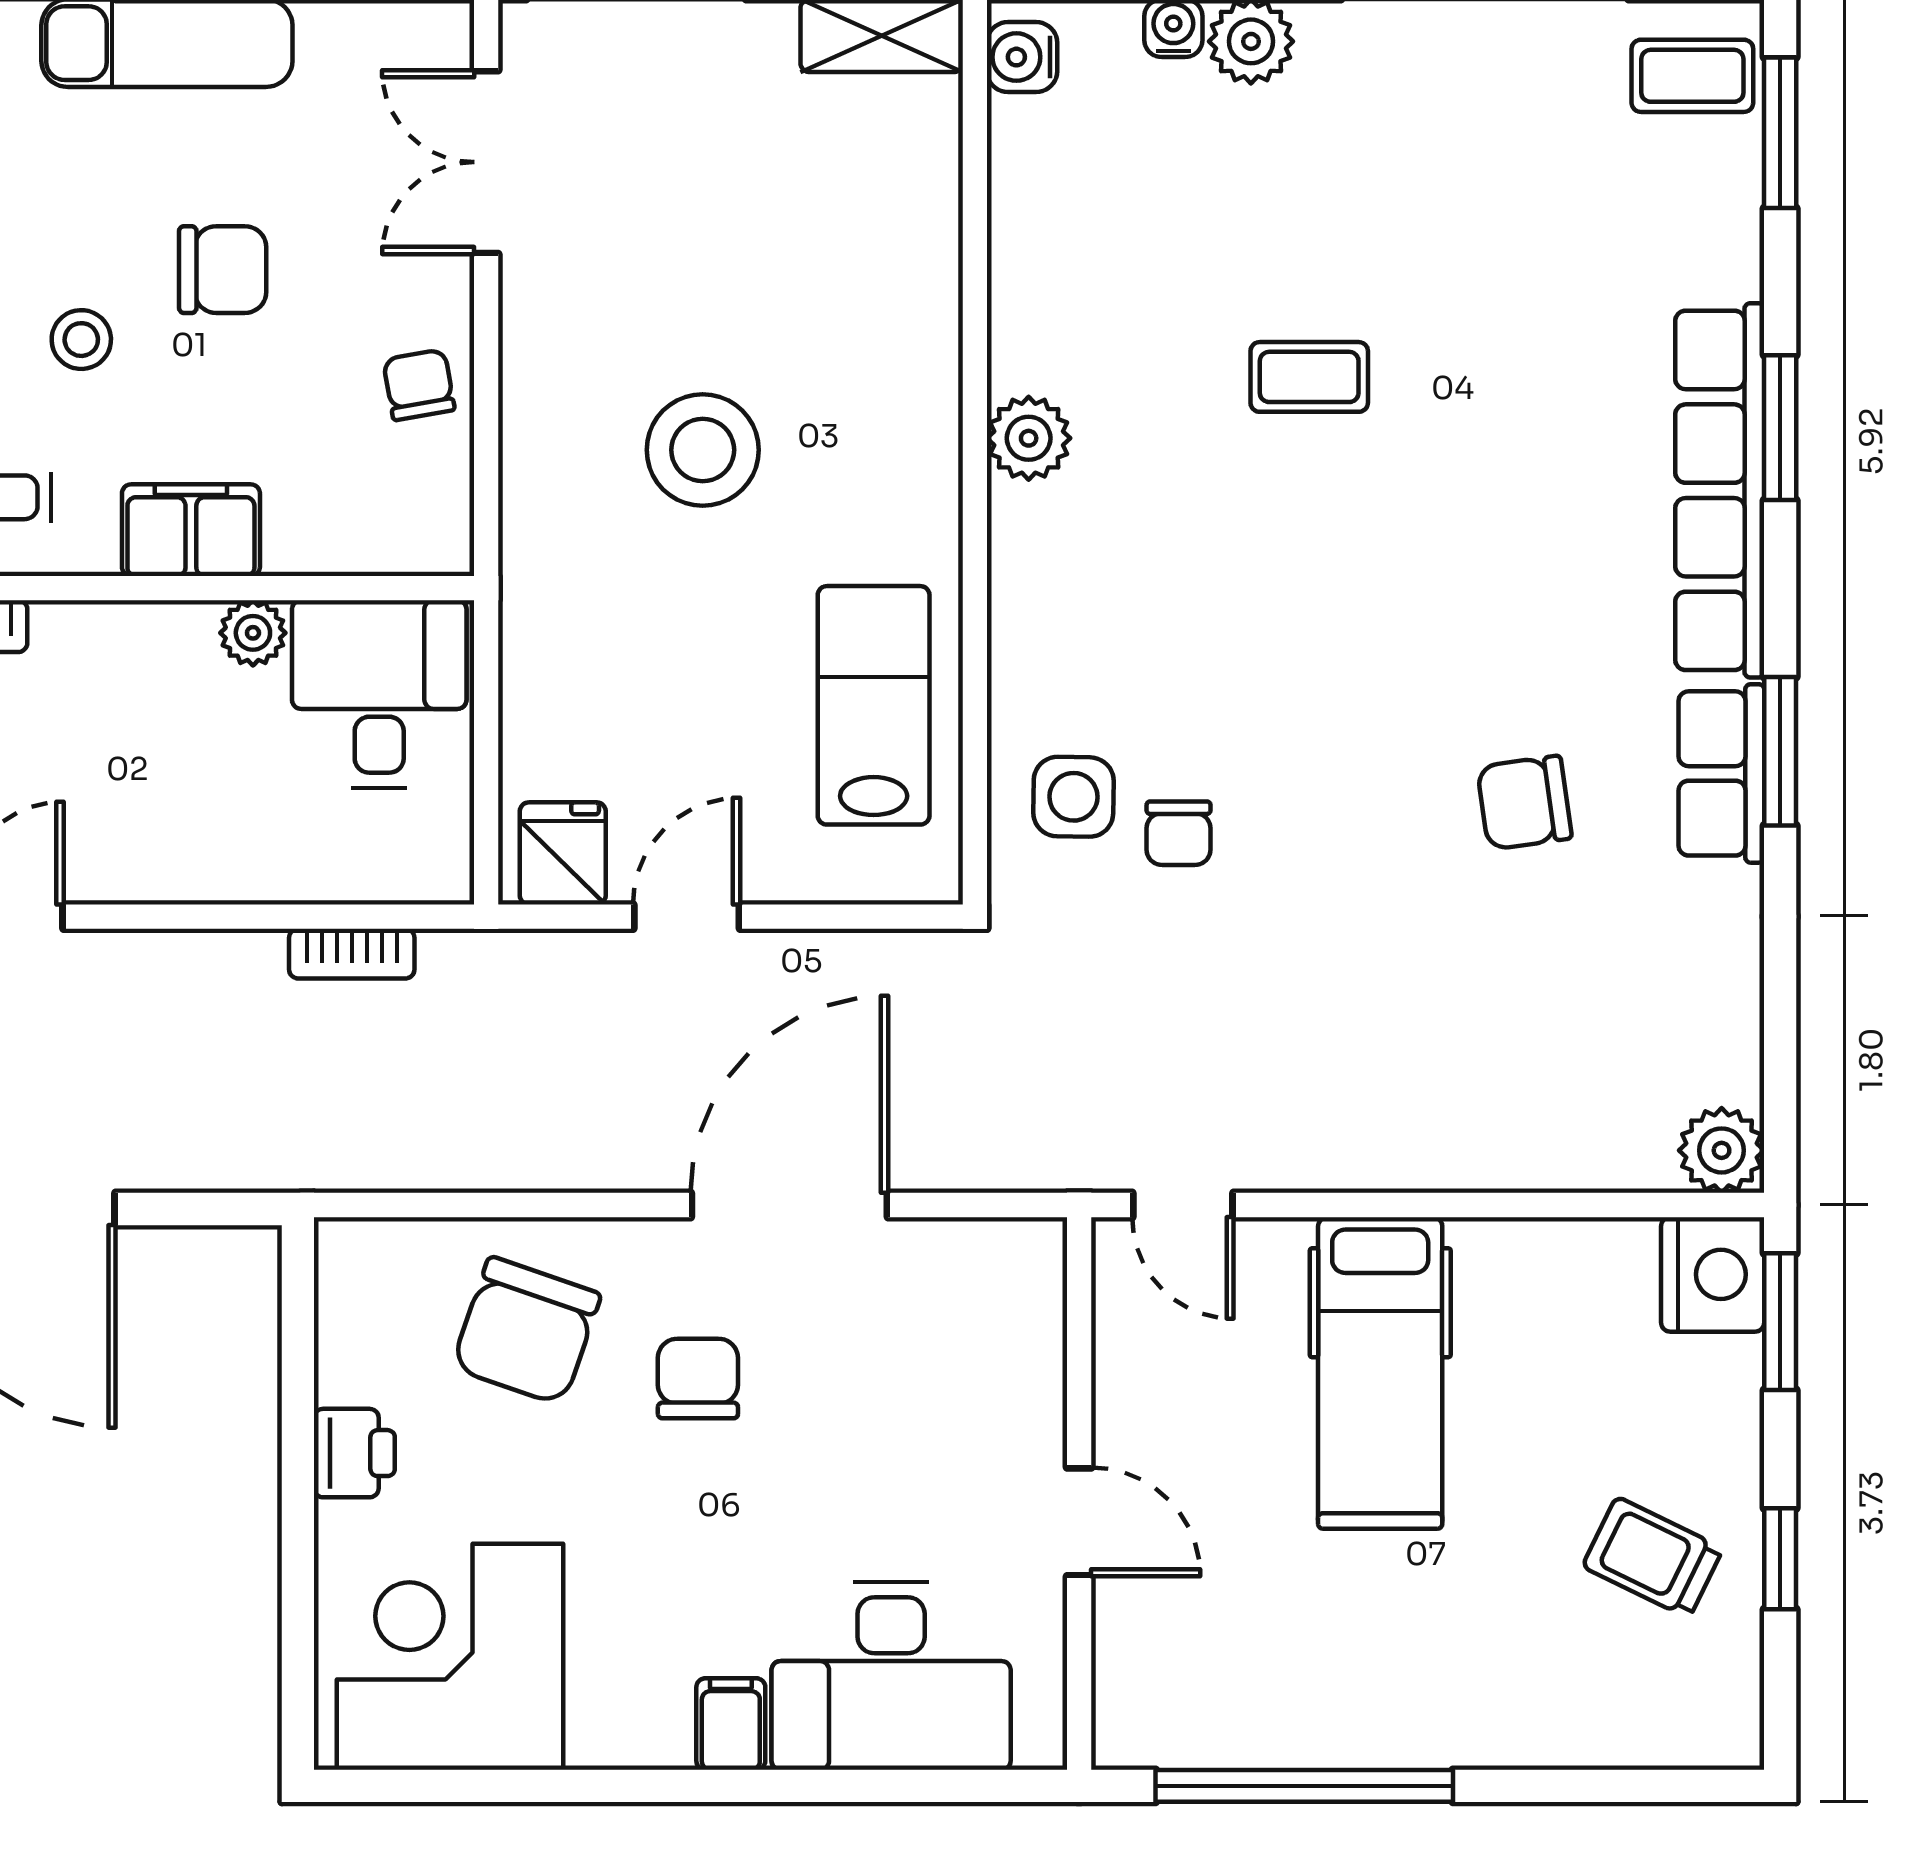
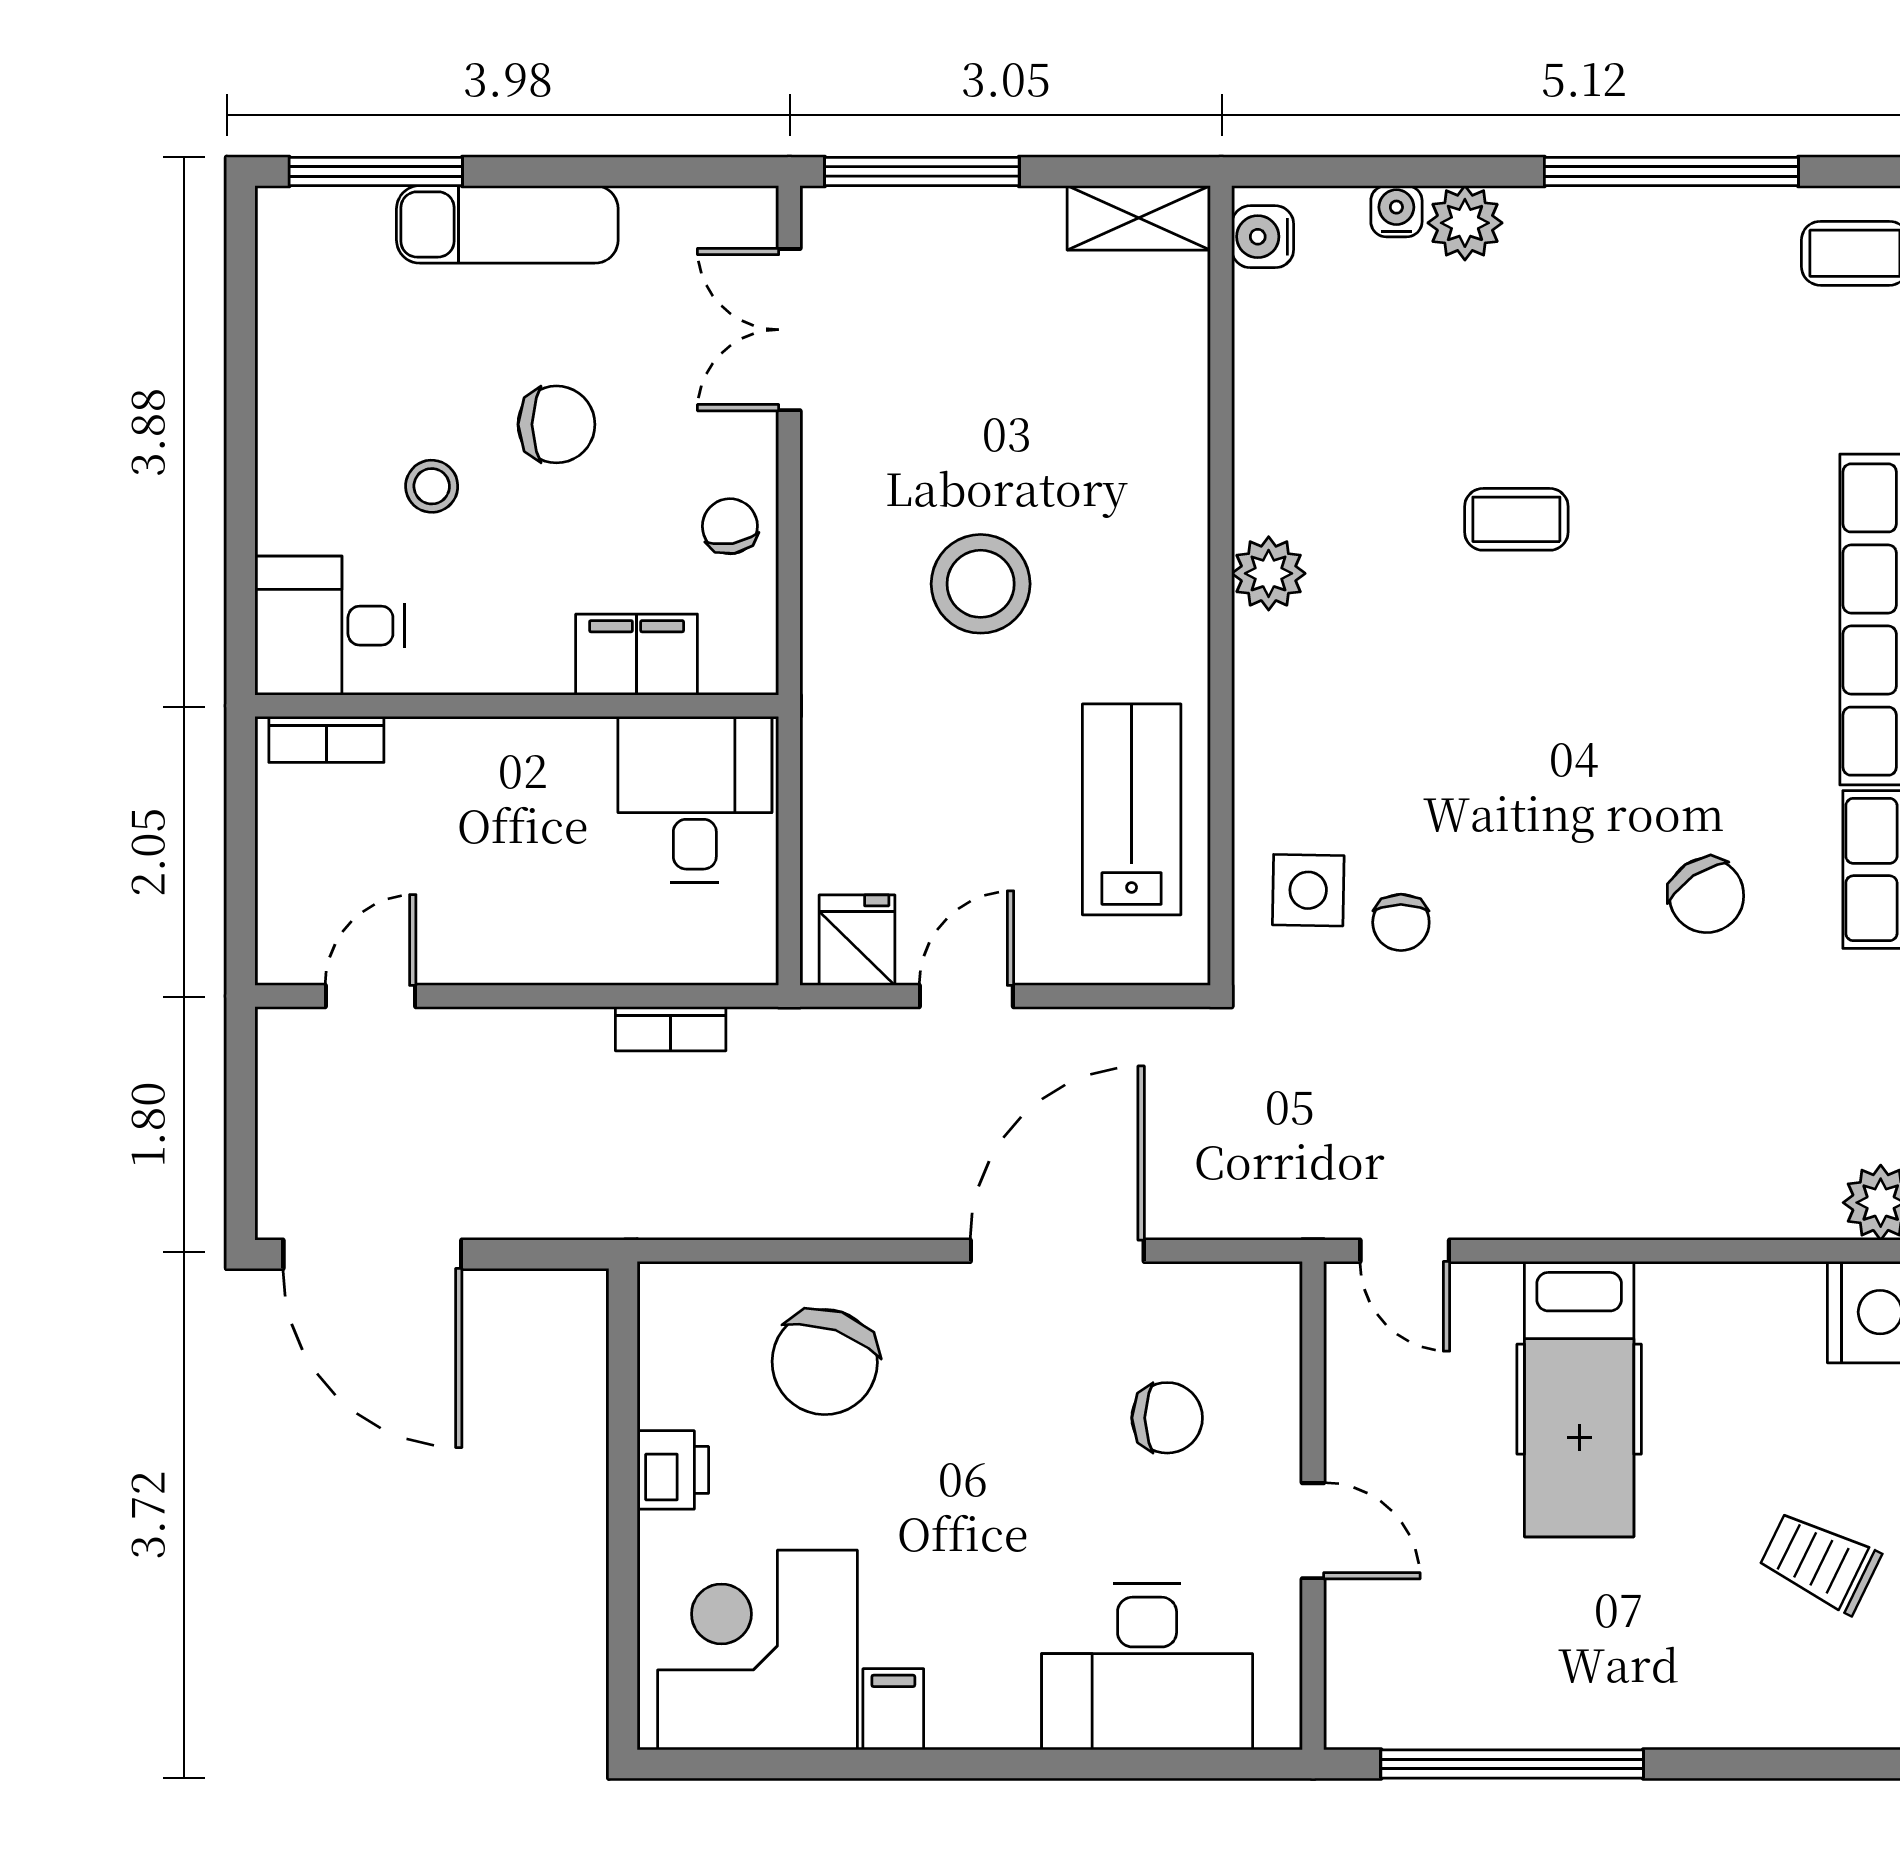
filing cabinet: (191, 530) -> (637, 655), moved
plant: (253, 633) -> (583, 745), removed
chair: (1524, 803) -> (1706, 895), turned -116
chair: (698, 1379) -> (1167, 1418), moved, turned 90
filing cabinet: (731, 1724) -> (893, 1709), moved

